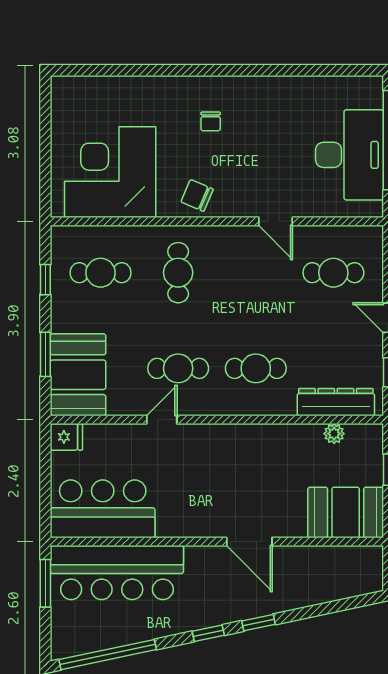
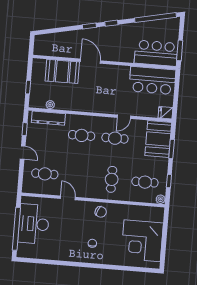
corner desk: (110, 172) -> (142, 241), moved, turned 90
plant: (61, 236) -> (161, 199), added
booth: (346, 512) -> (62, 71), moved
bar counter: (117, 573) -> (156, 53), width x0.73

